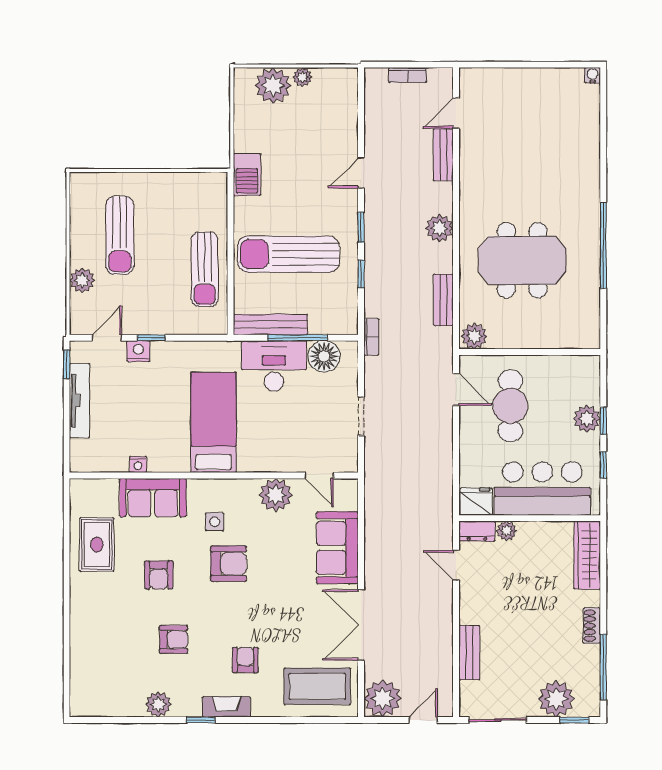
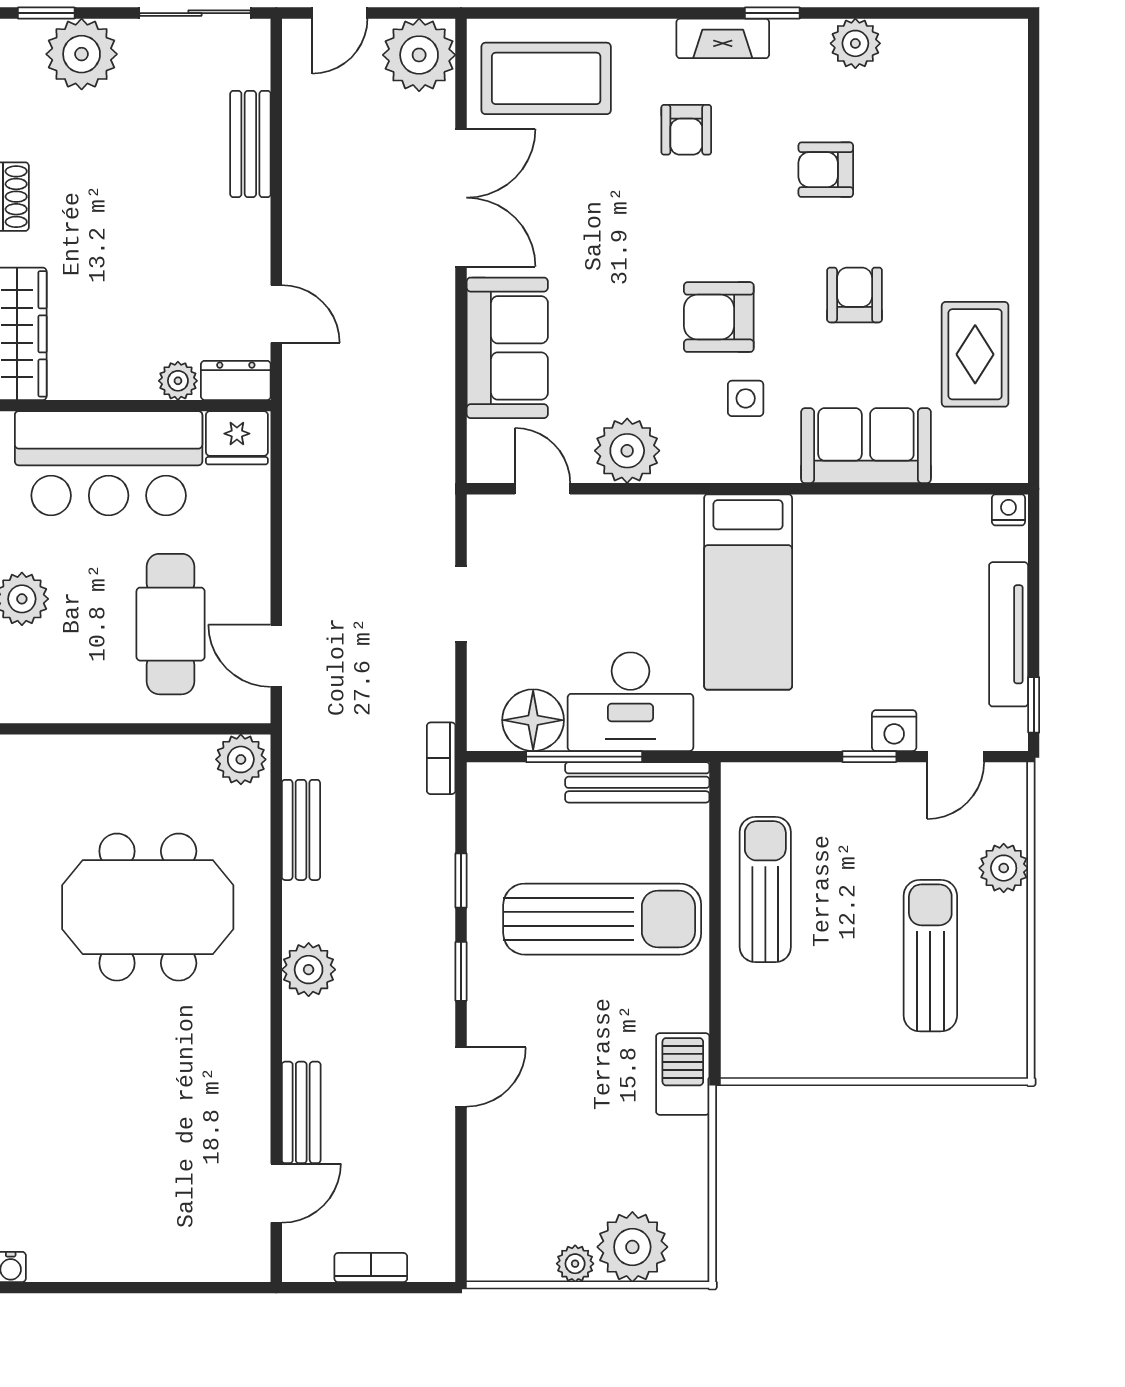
nightstand: (138, 465) -> (1008, 510), moved

